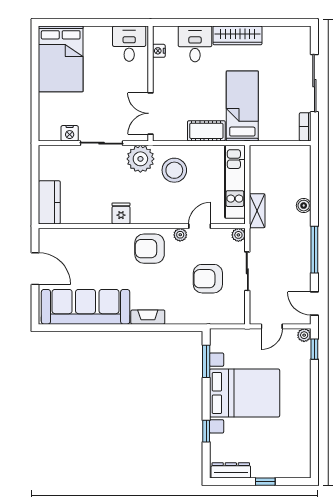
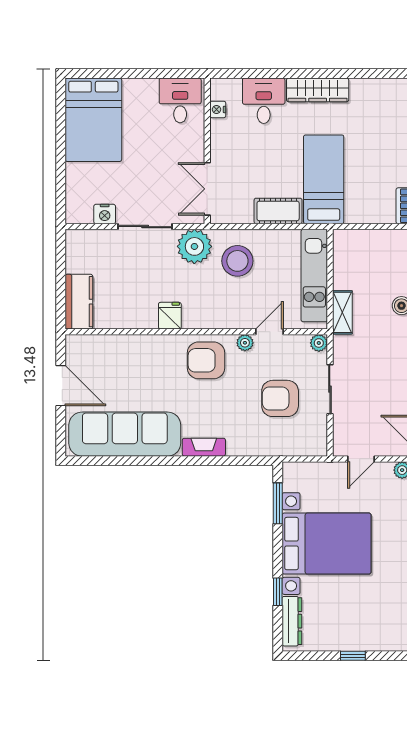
dresser: (231, 470) -> (292, 621), moved, turned 90

